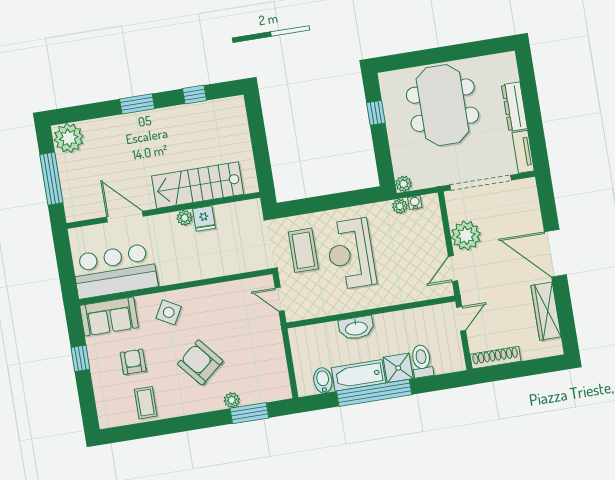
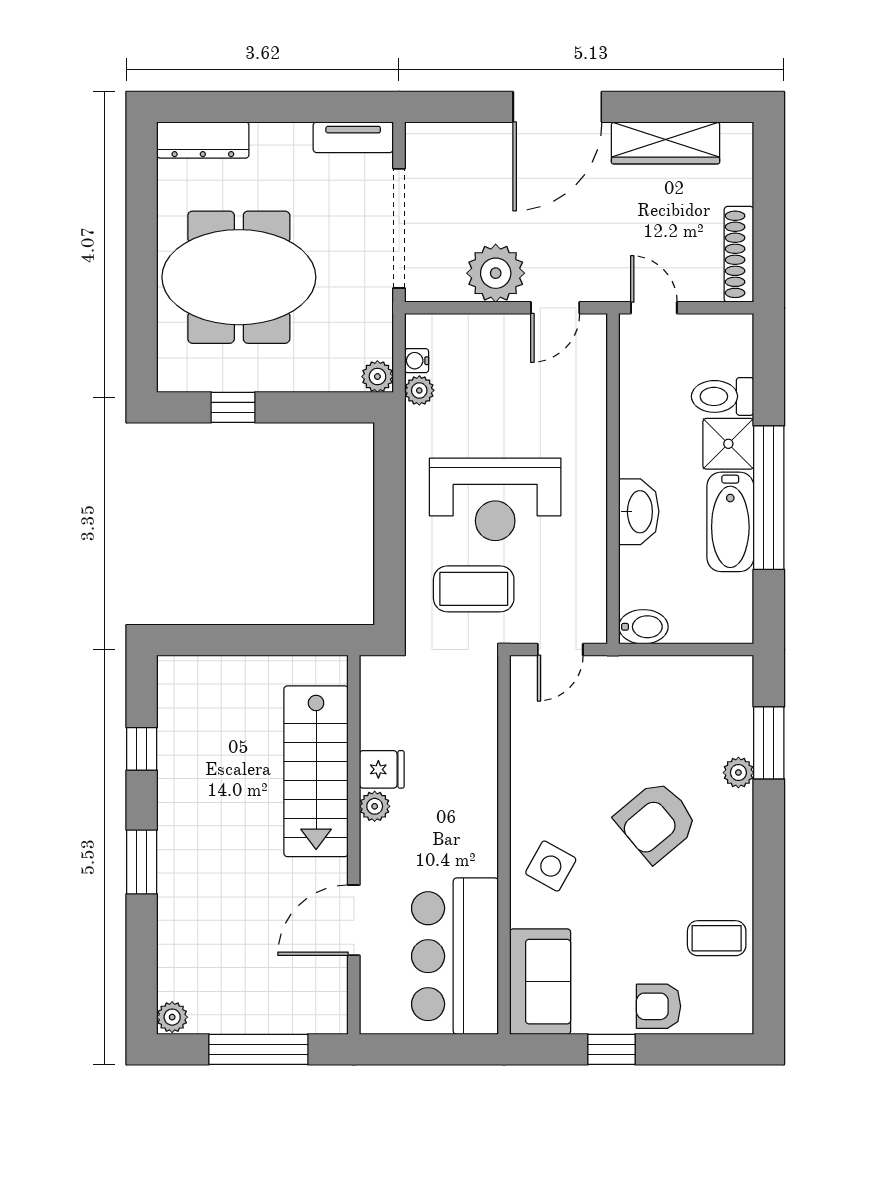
dresser: (514, 107) -> (203, 140), moved
plant: (69, 138) -> (172, 1017), width x0.53, depth x0.53
door: (453, 269) -> (555, 308), hinge flipped
armchair: (133, 362) -> (659, 1006), moved
bidet: (323, 380) -> (643, 627), moved, turned 180

